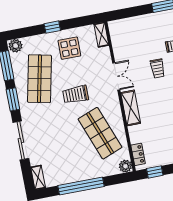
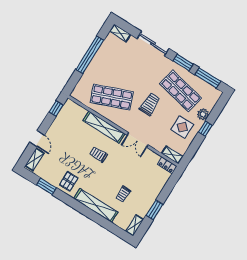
plant: (16, 46) -> (203, 114), moved
trolley: (158, 68) -> (99, 154), moved
shelving: (131, 108) -> (104, 127), width x1.47
locker: (138, 154) -> (167, 165), moved
plant: (125, 166) -> (77, 94), removed

